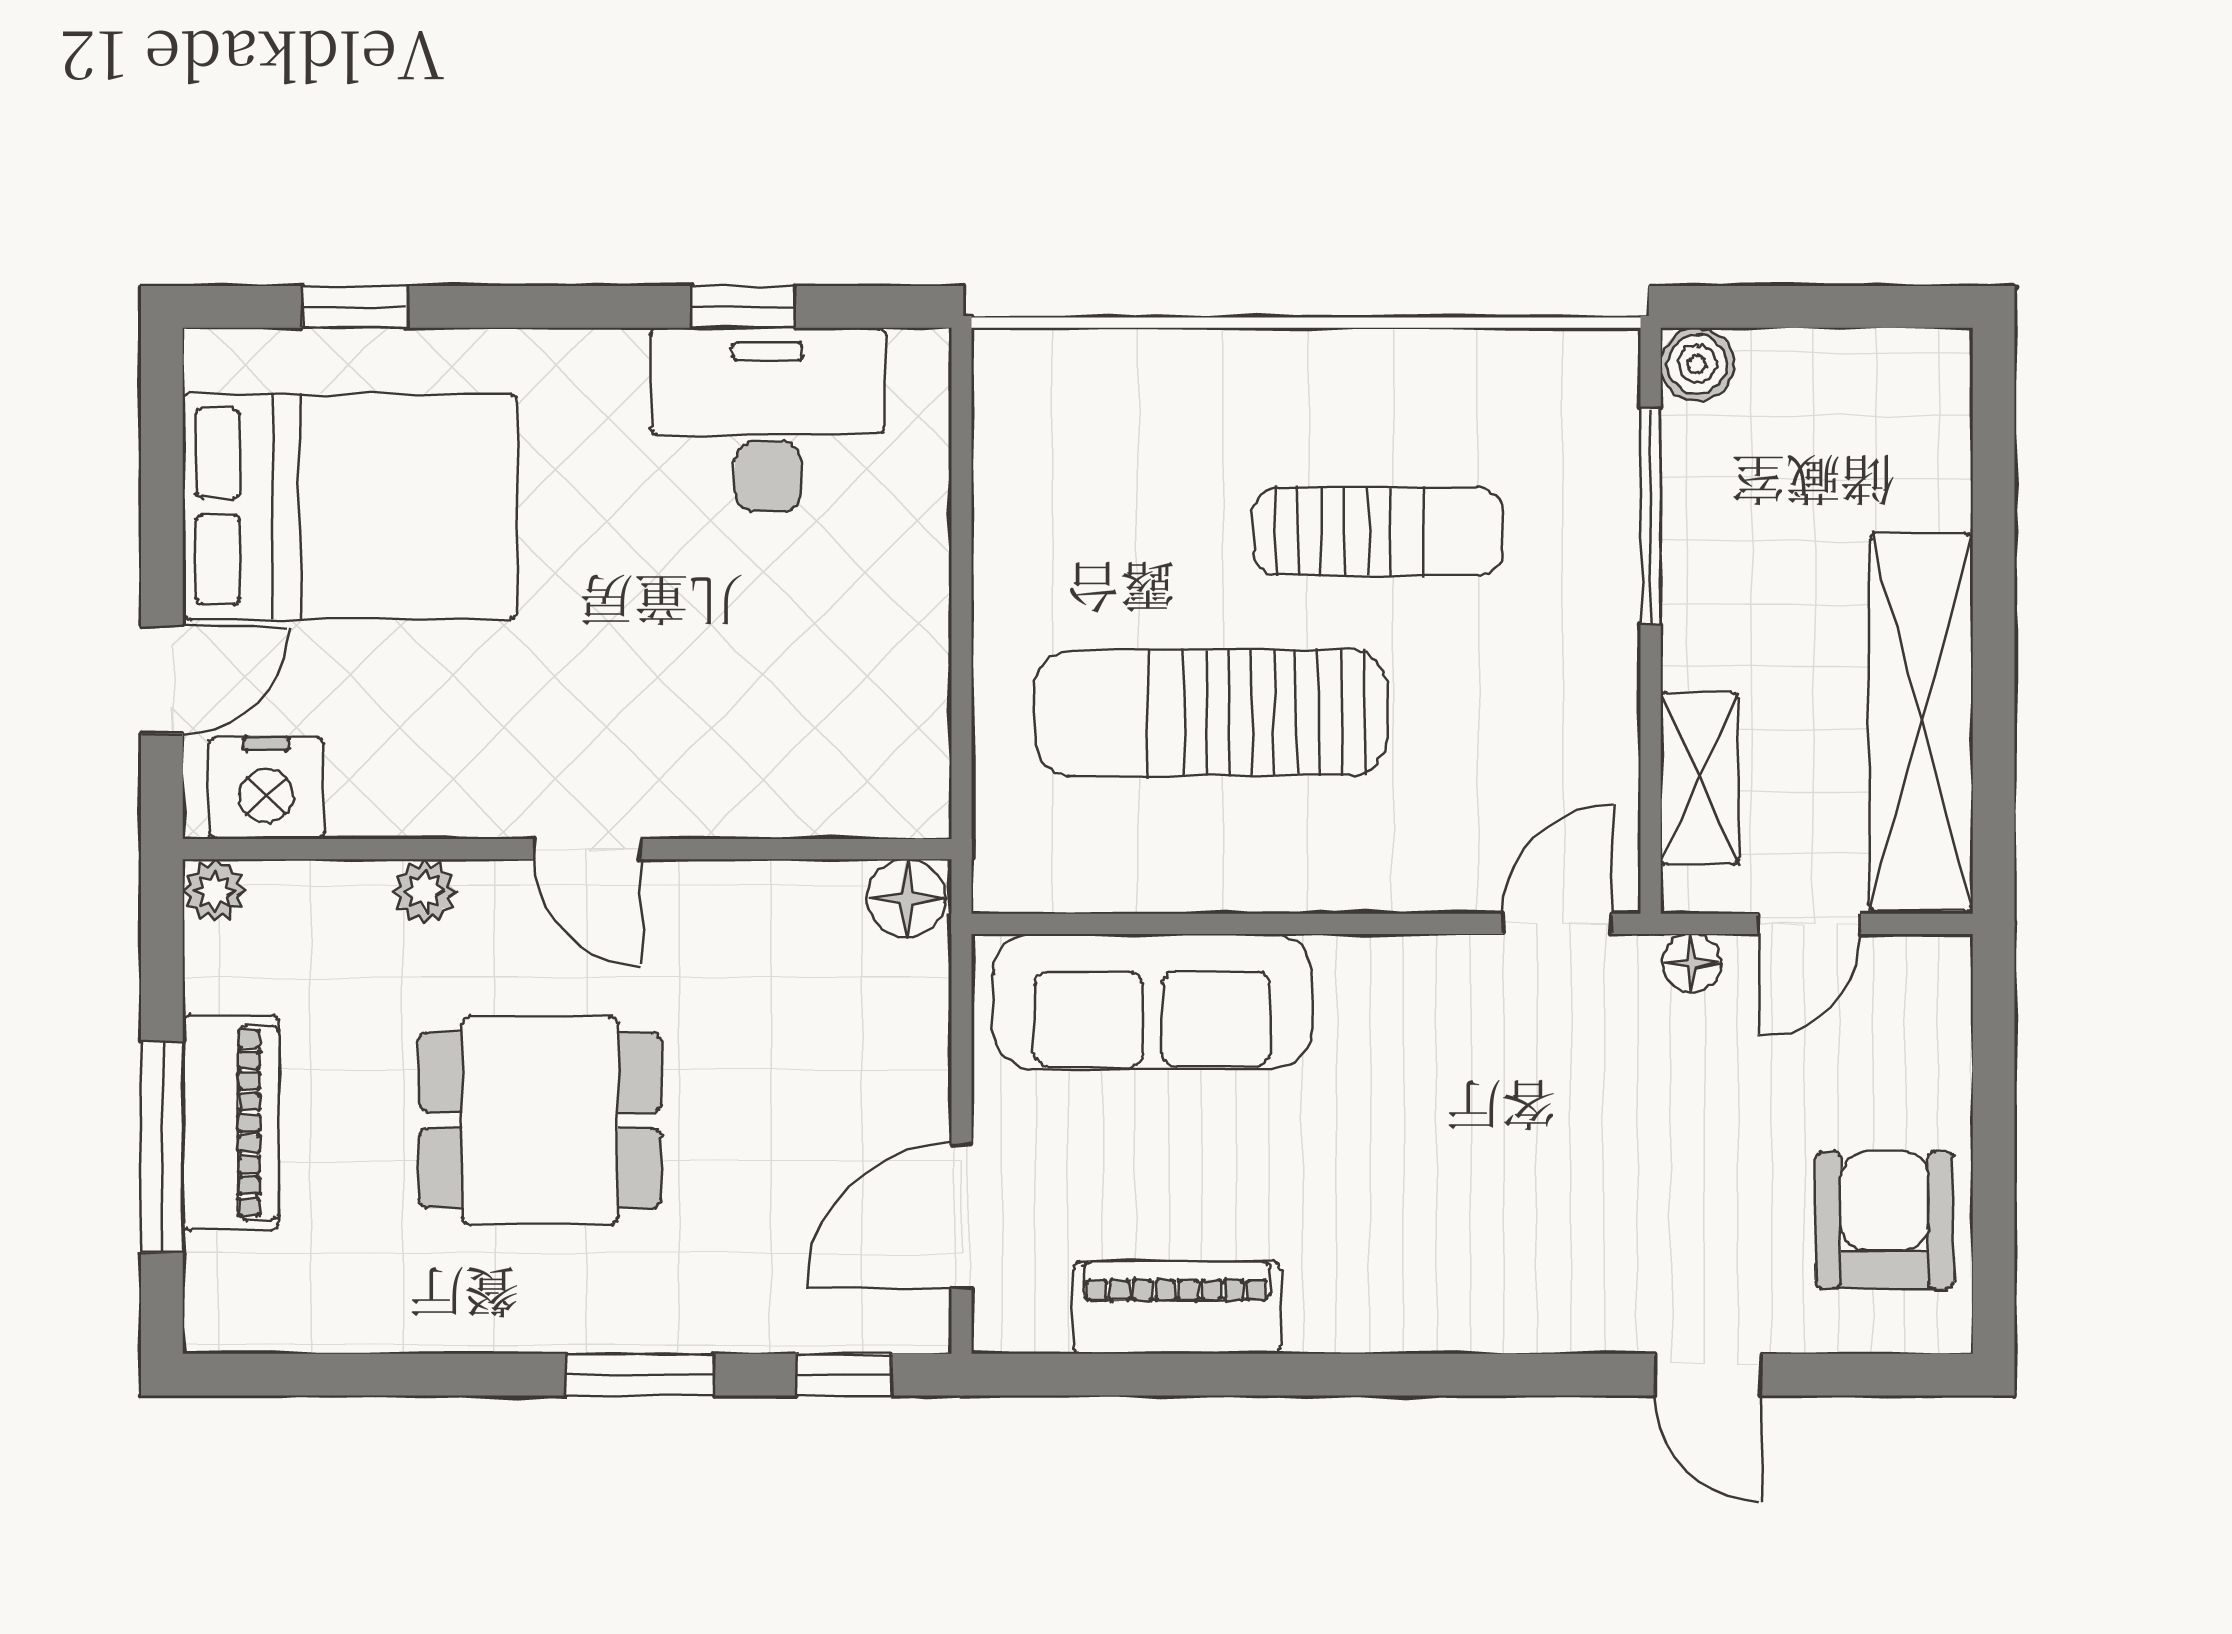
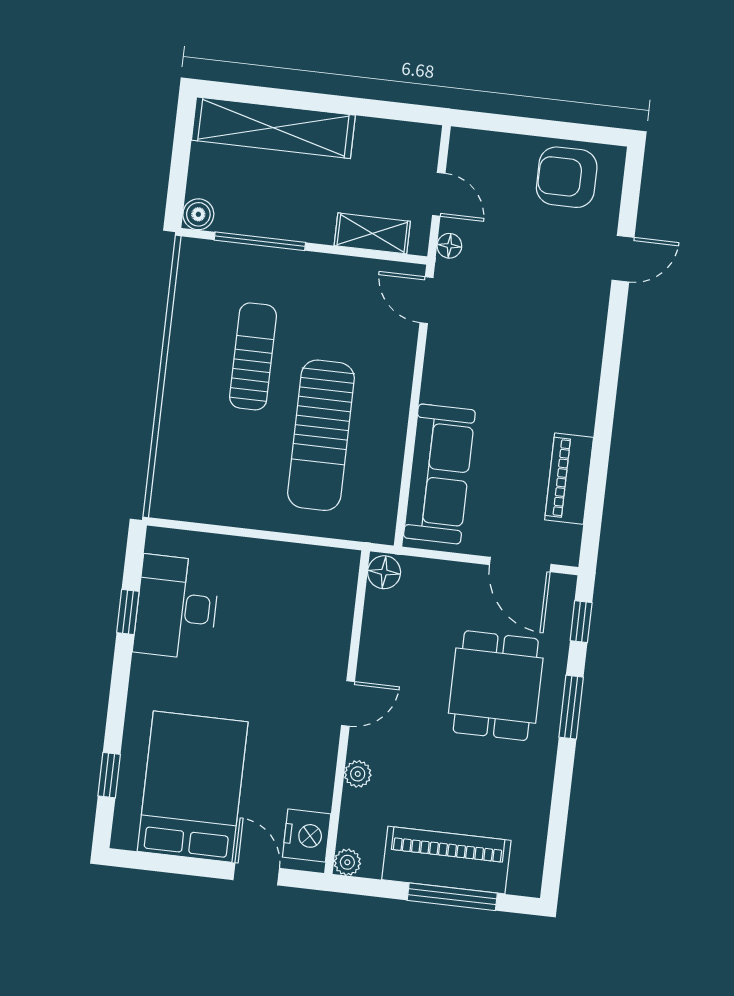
shelving: (1921, 722) -> (273, 128), moved
dining table: (540, 1120) -> (496, 686), moved
piano: (231, 1123) -> (446, 860), width x1.37, depth x1.33

